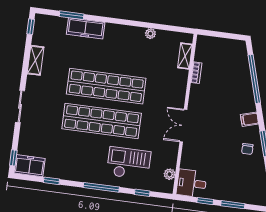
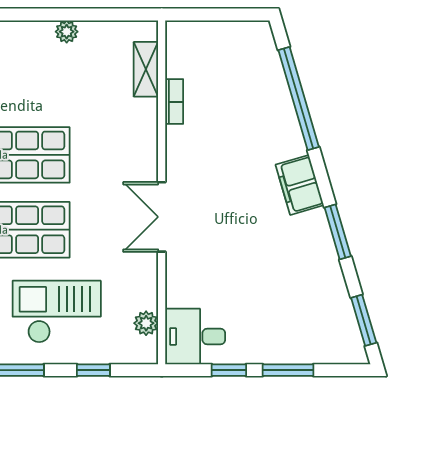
filing cabinet: (249, 119) -> (300, 185), width x2.00
chair: (247, 149) -> (303, 248), removed

